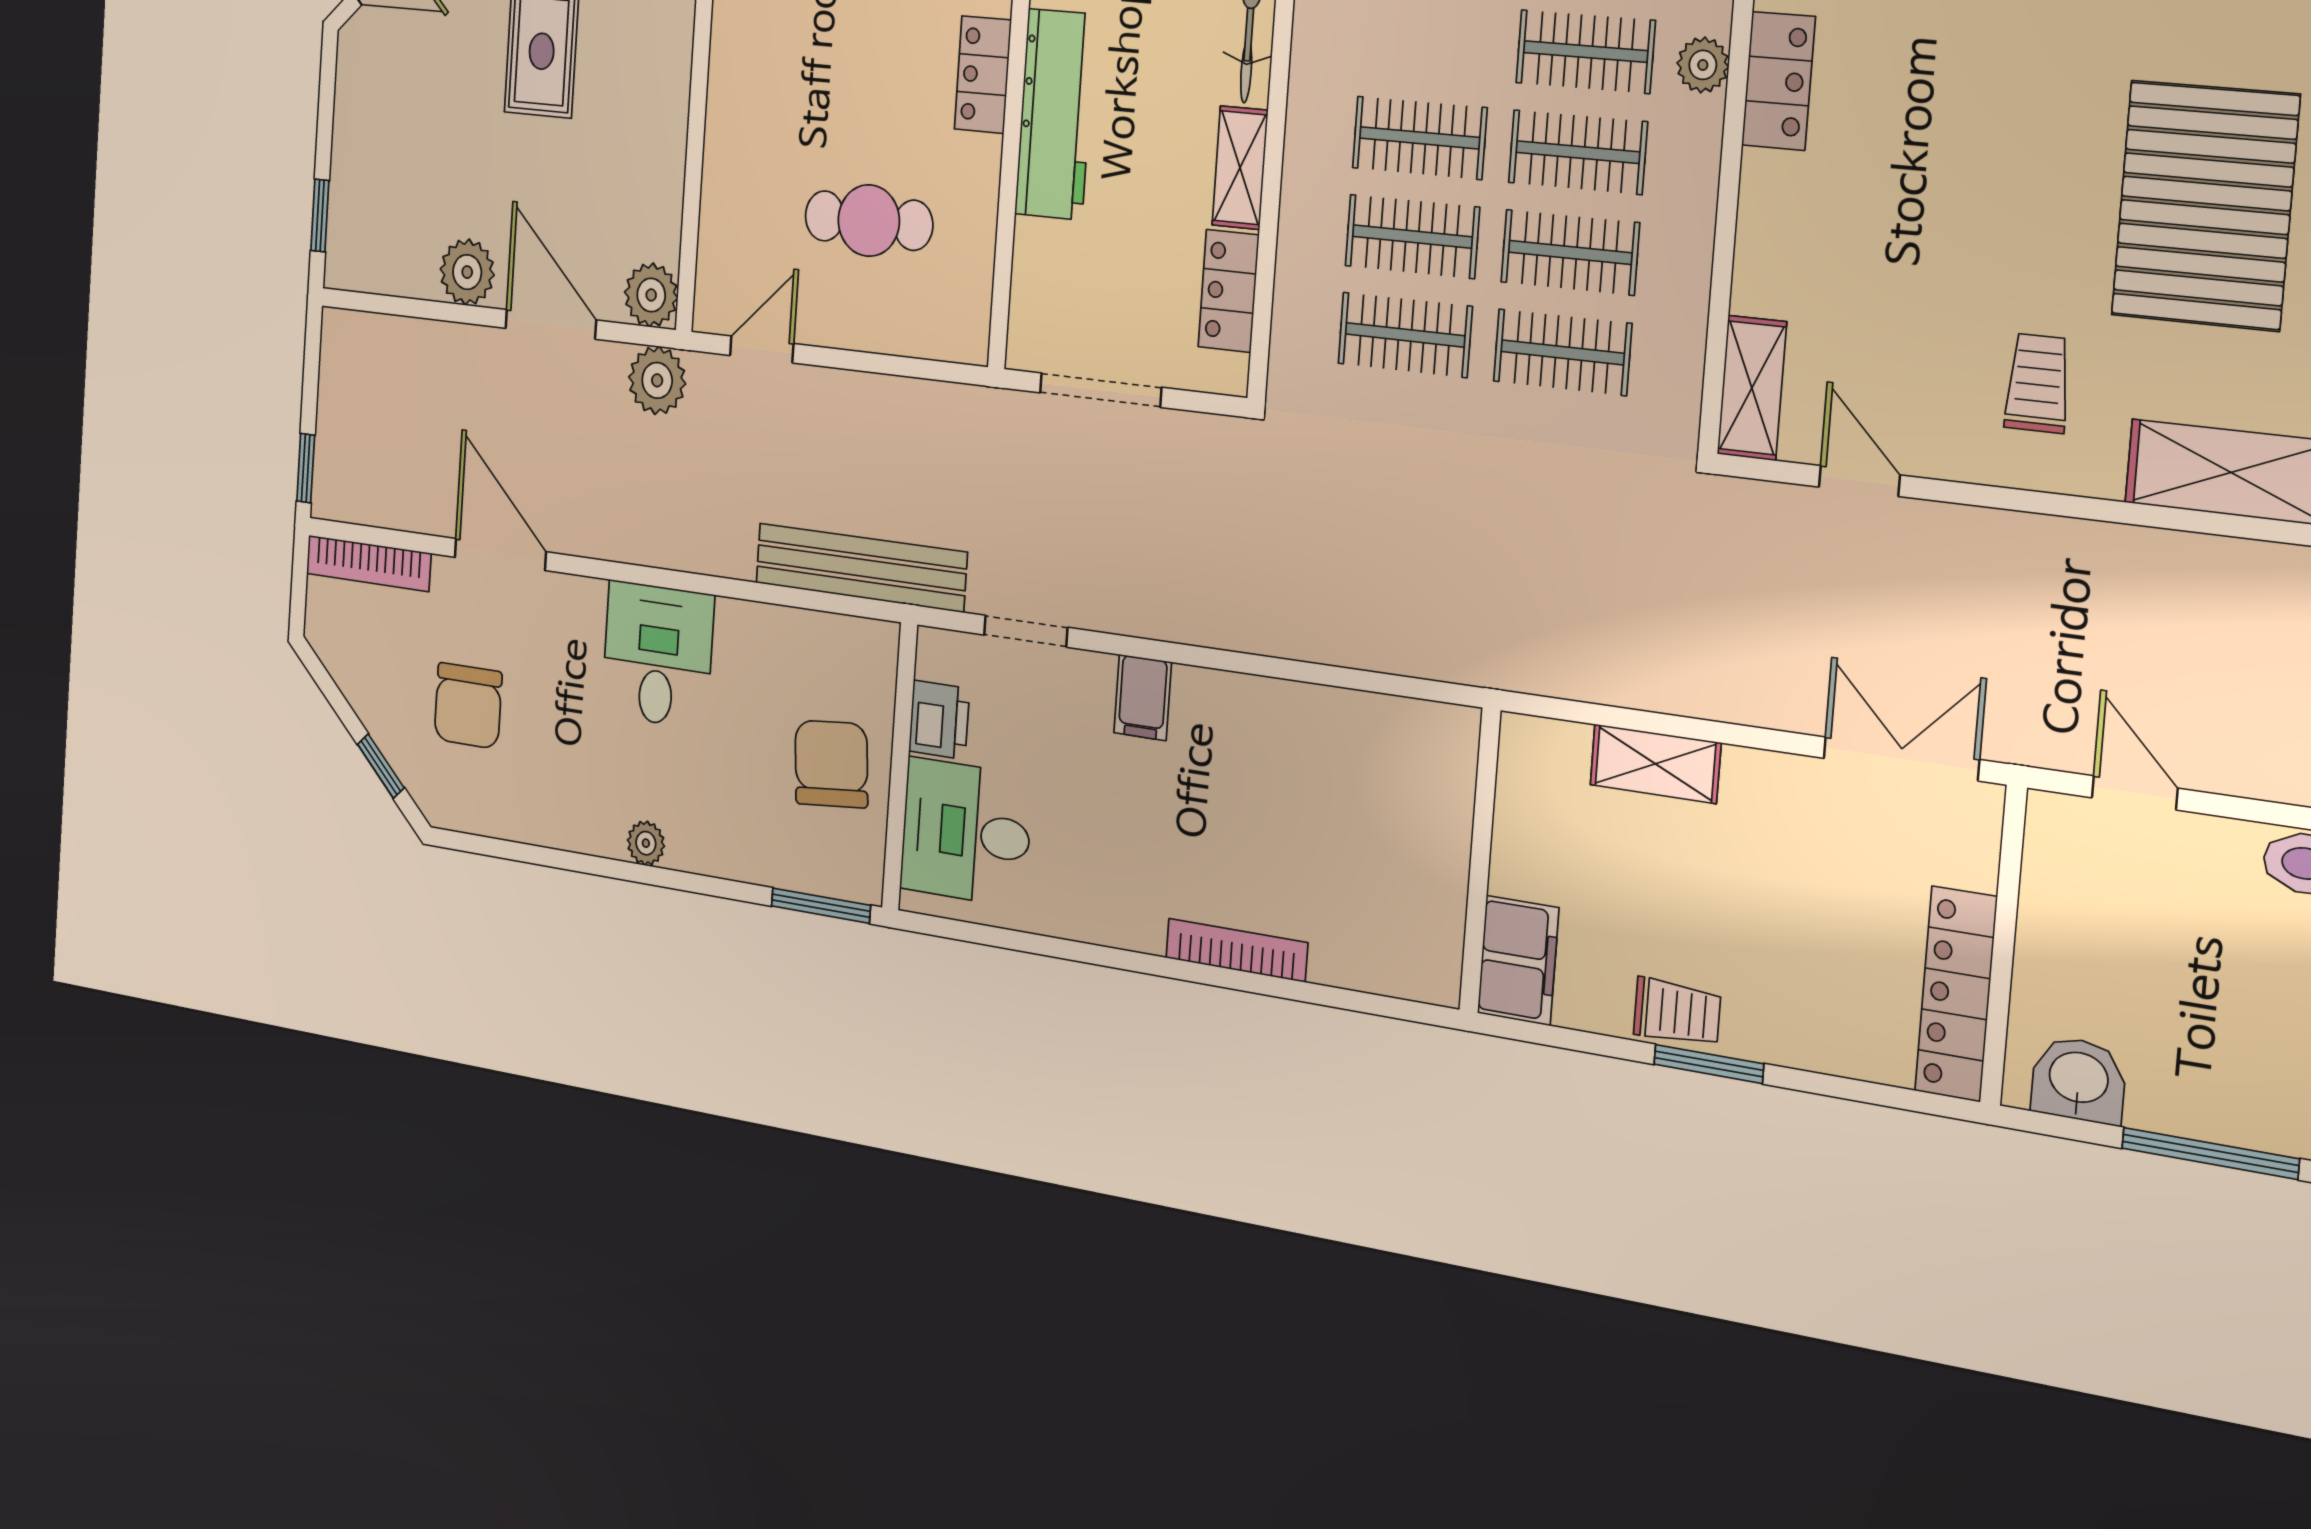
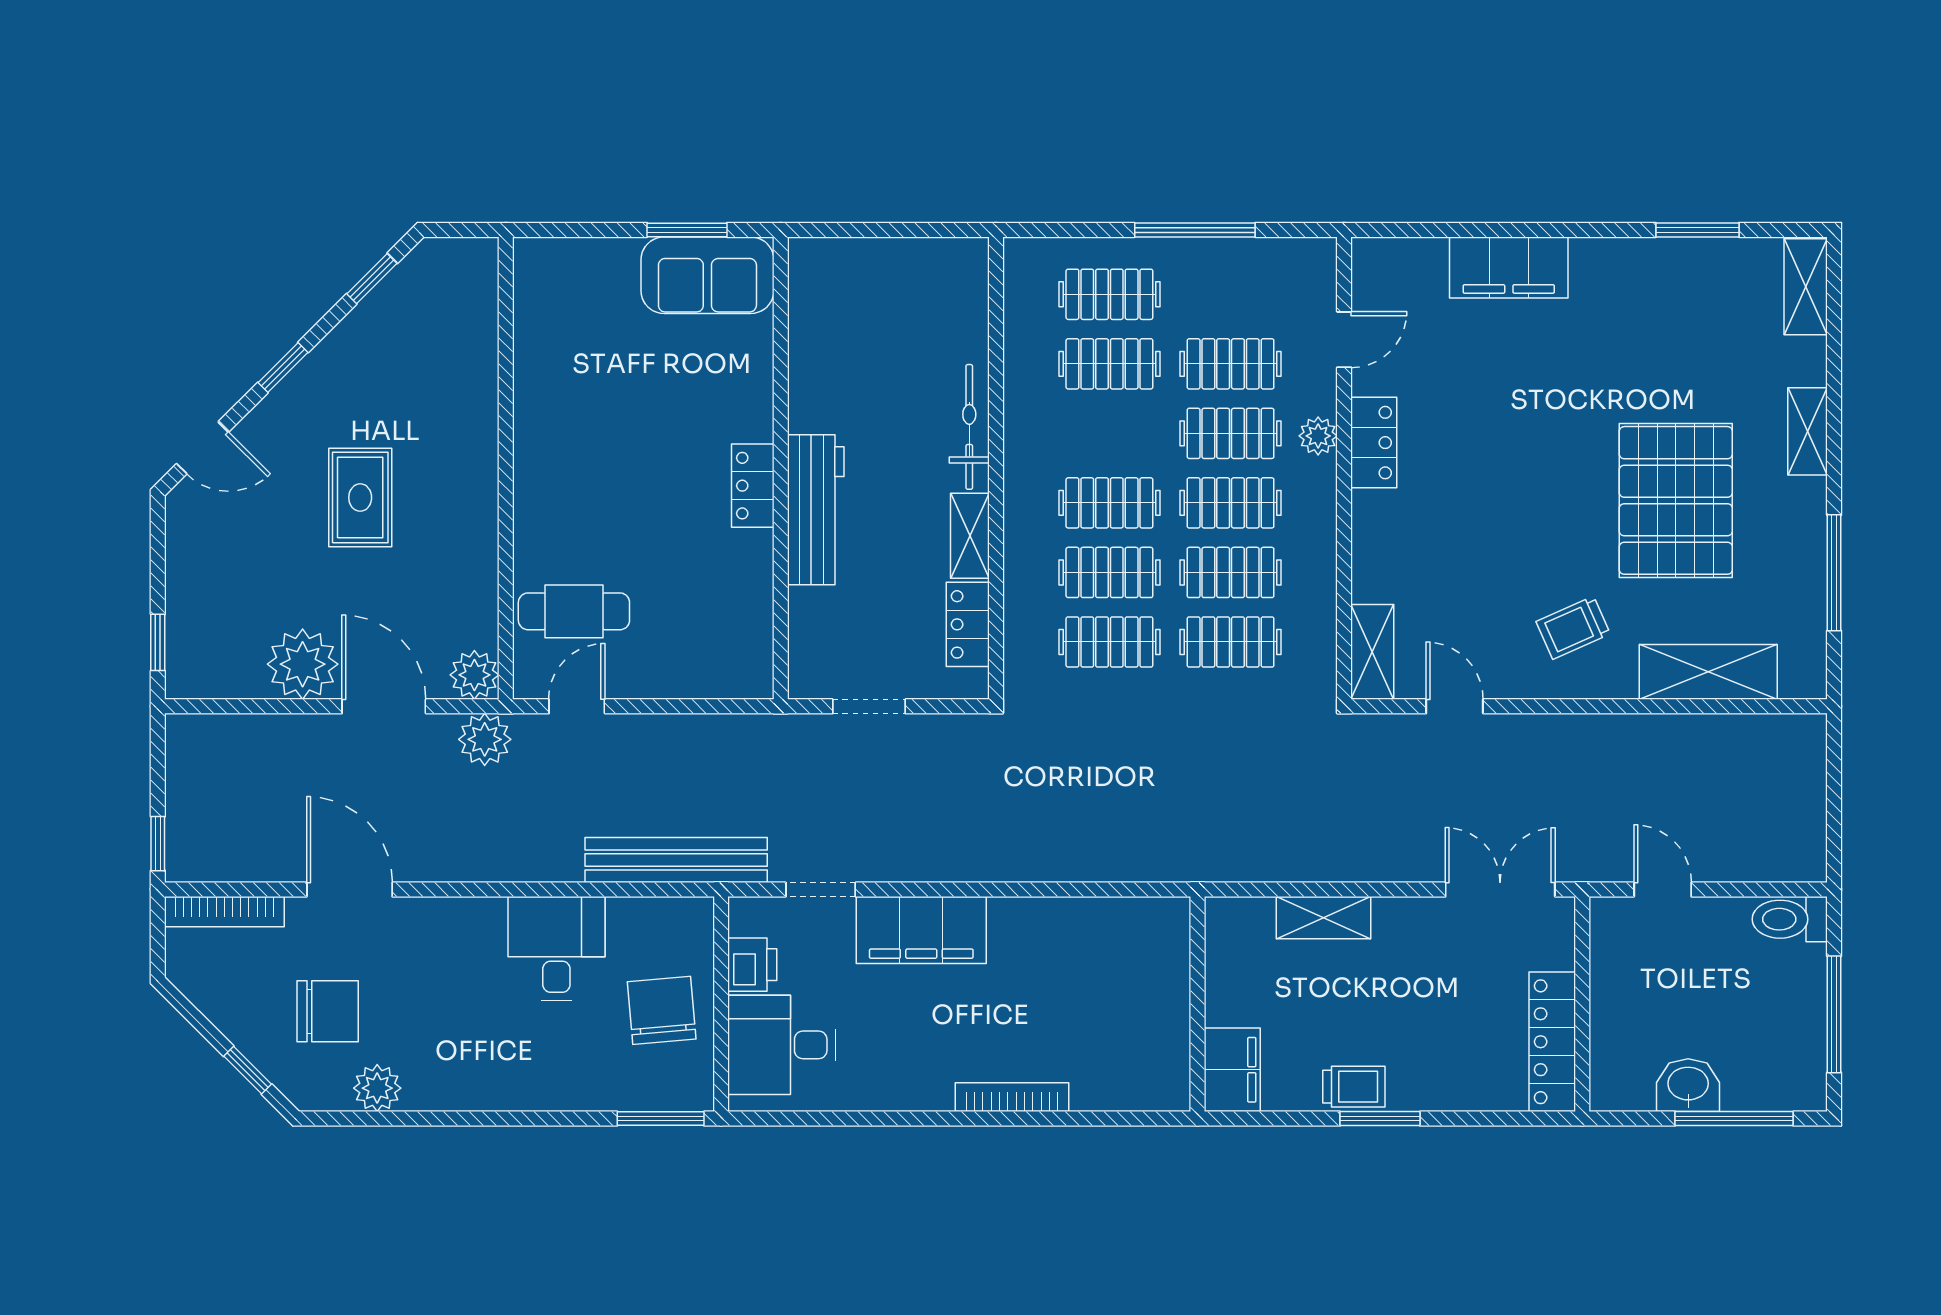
cafe table: (869, 221) -> (574, 611), moved
plant: (467, 272) -> (303, 664), width x1.36, depth x1.36
trolley: (2038, 383) -> (1573, 628), turned -114
doorway: (1100, 390) -> (869, 706), width x0.73
desk: (658, 655) -> (556, 949), moved
filing cabinet: (1143, 697) -> (921, 930), width x3.00, depth x1.17
chair: (468, 706) -> (328, 1011), turned -90
plant: (646, 843) -> (377, 1088), moved, width x1.38, depth x1.38
washbasin: (2079, 1080) -> (1688, 1085), moved

